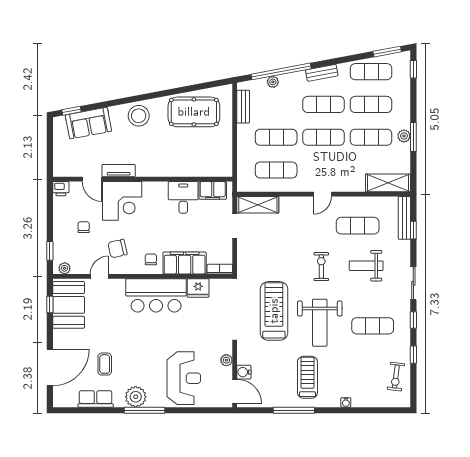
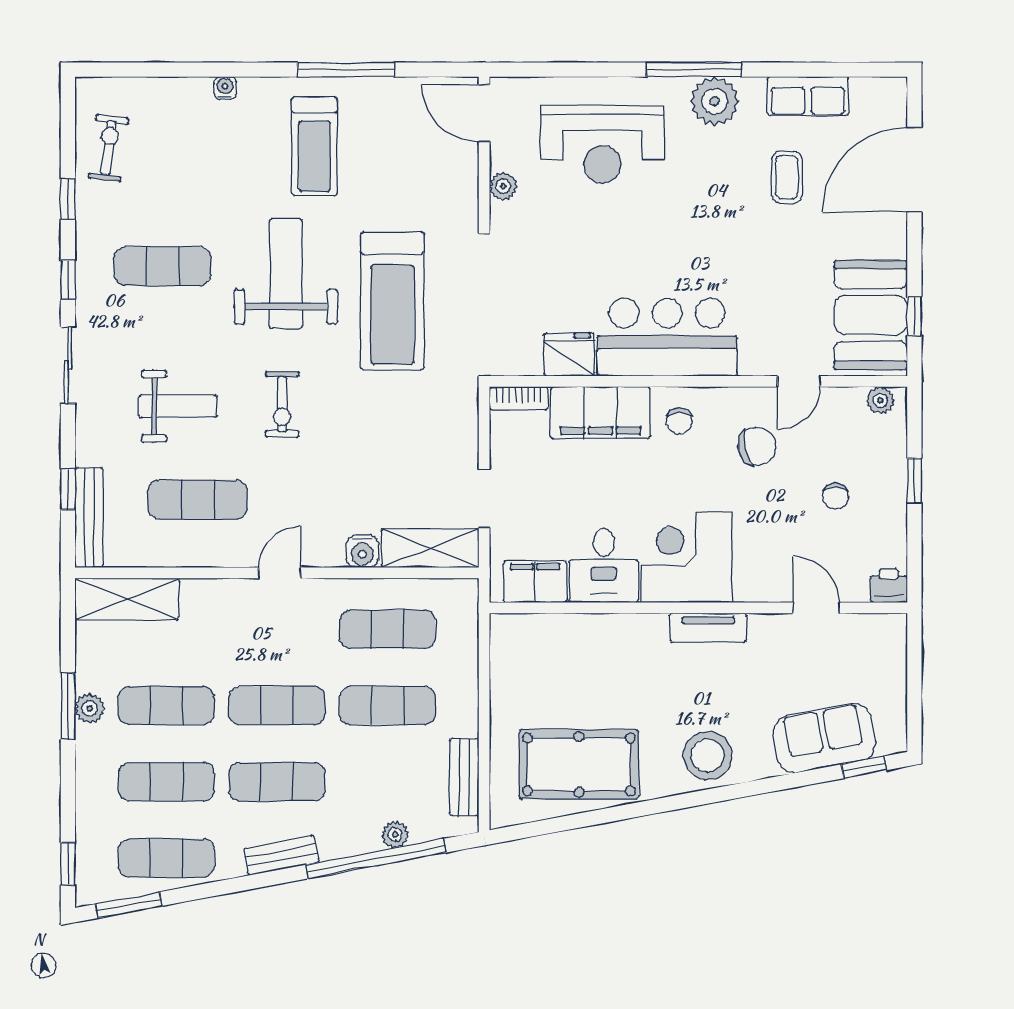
tv unit: (119, 171) -> (708, 628), moved
corner desk: (122, 201) -> (686, 557), moved
window: (50, 251) -> (914, 481), moved
water cooler: (244, 372) -> (362, 551), moved, turned 90
reception desk: (184, 378) -> (602, 144), turned -90

